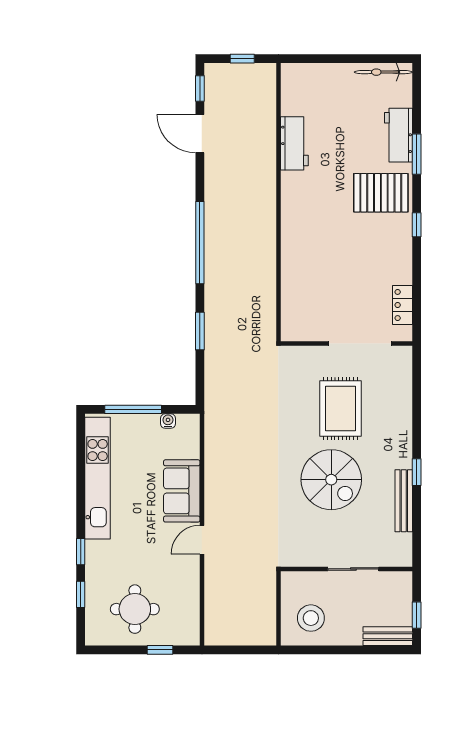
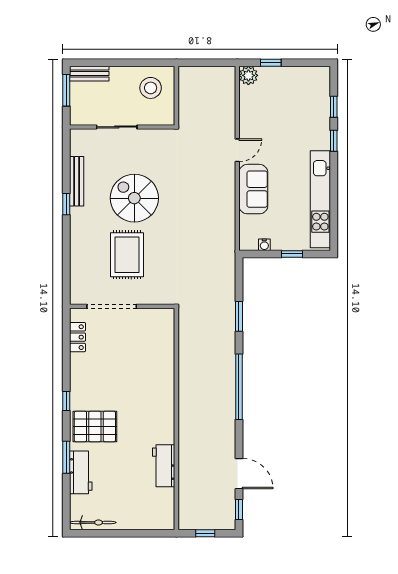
window: (133, 409) -> (292, 254), width x0.46
round table: (135, 609) -> (291, 95), removed
window: (417, 615) -> (66, 90), width x1.50
plant: (188, 634) -> (248, 75), added

